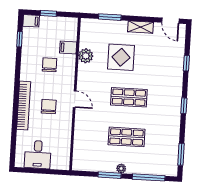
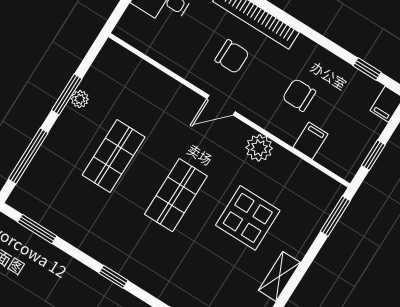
window: (48, 13) -> (373, 155), moved
window: (110, 17) -> (335, 216), moved
plant: (86, 56) -> (259, 148), moved
chair: (49, 65) -> (299, 95), turned 180
plant: (121, 169) -> (80, 99), moved

